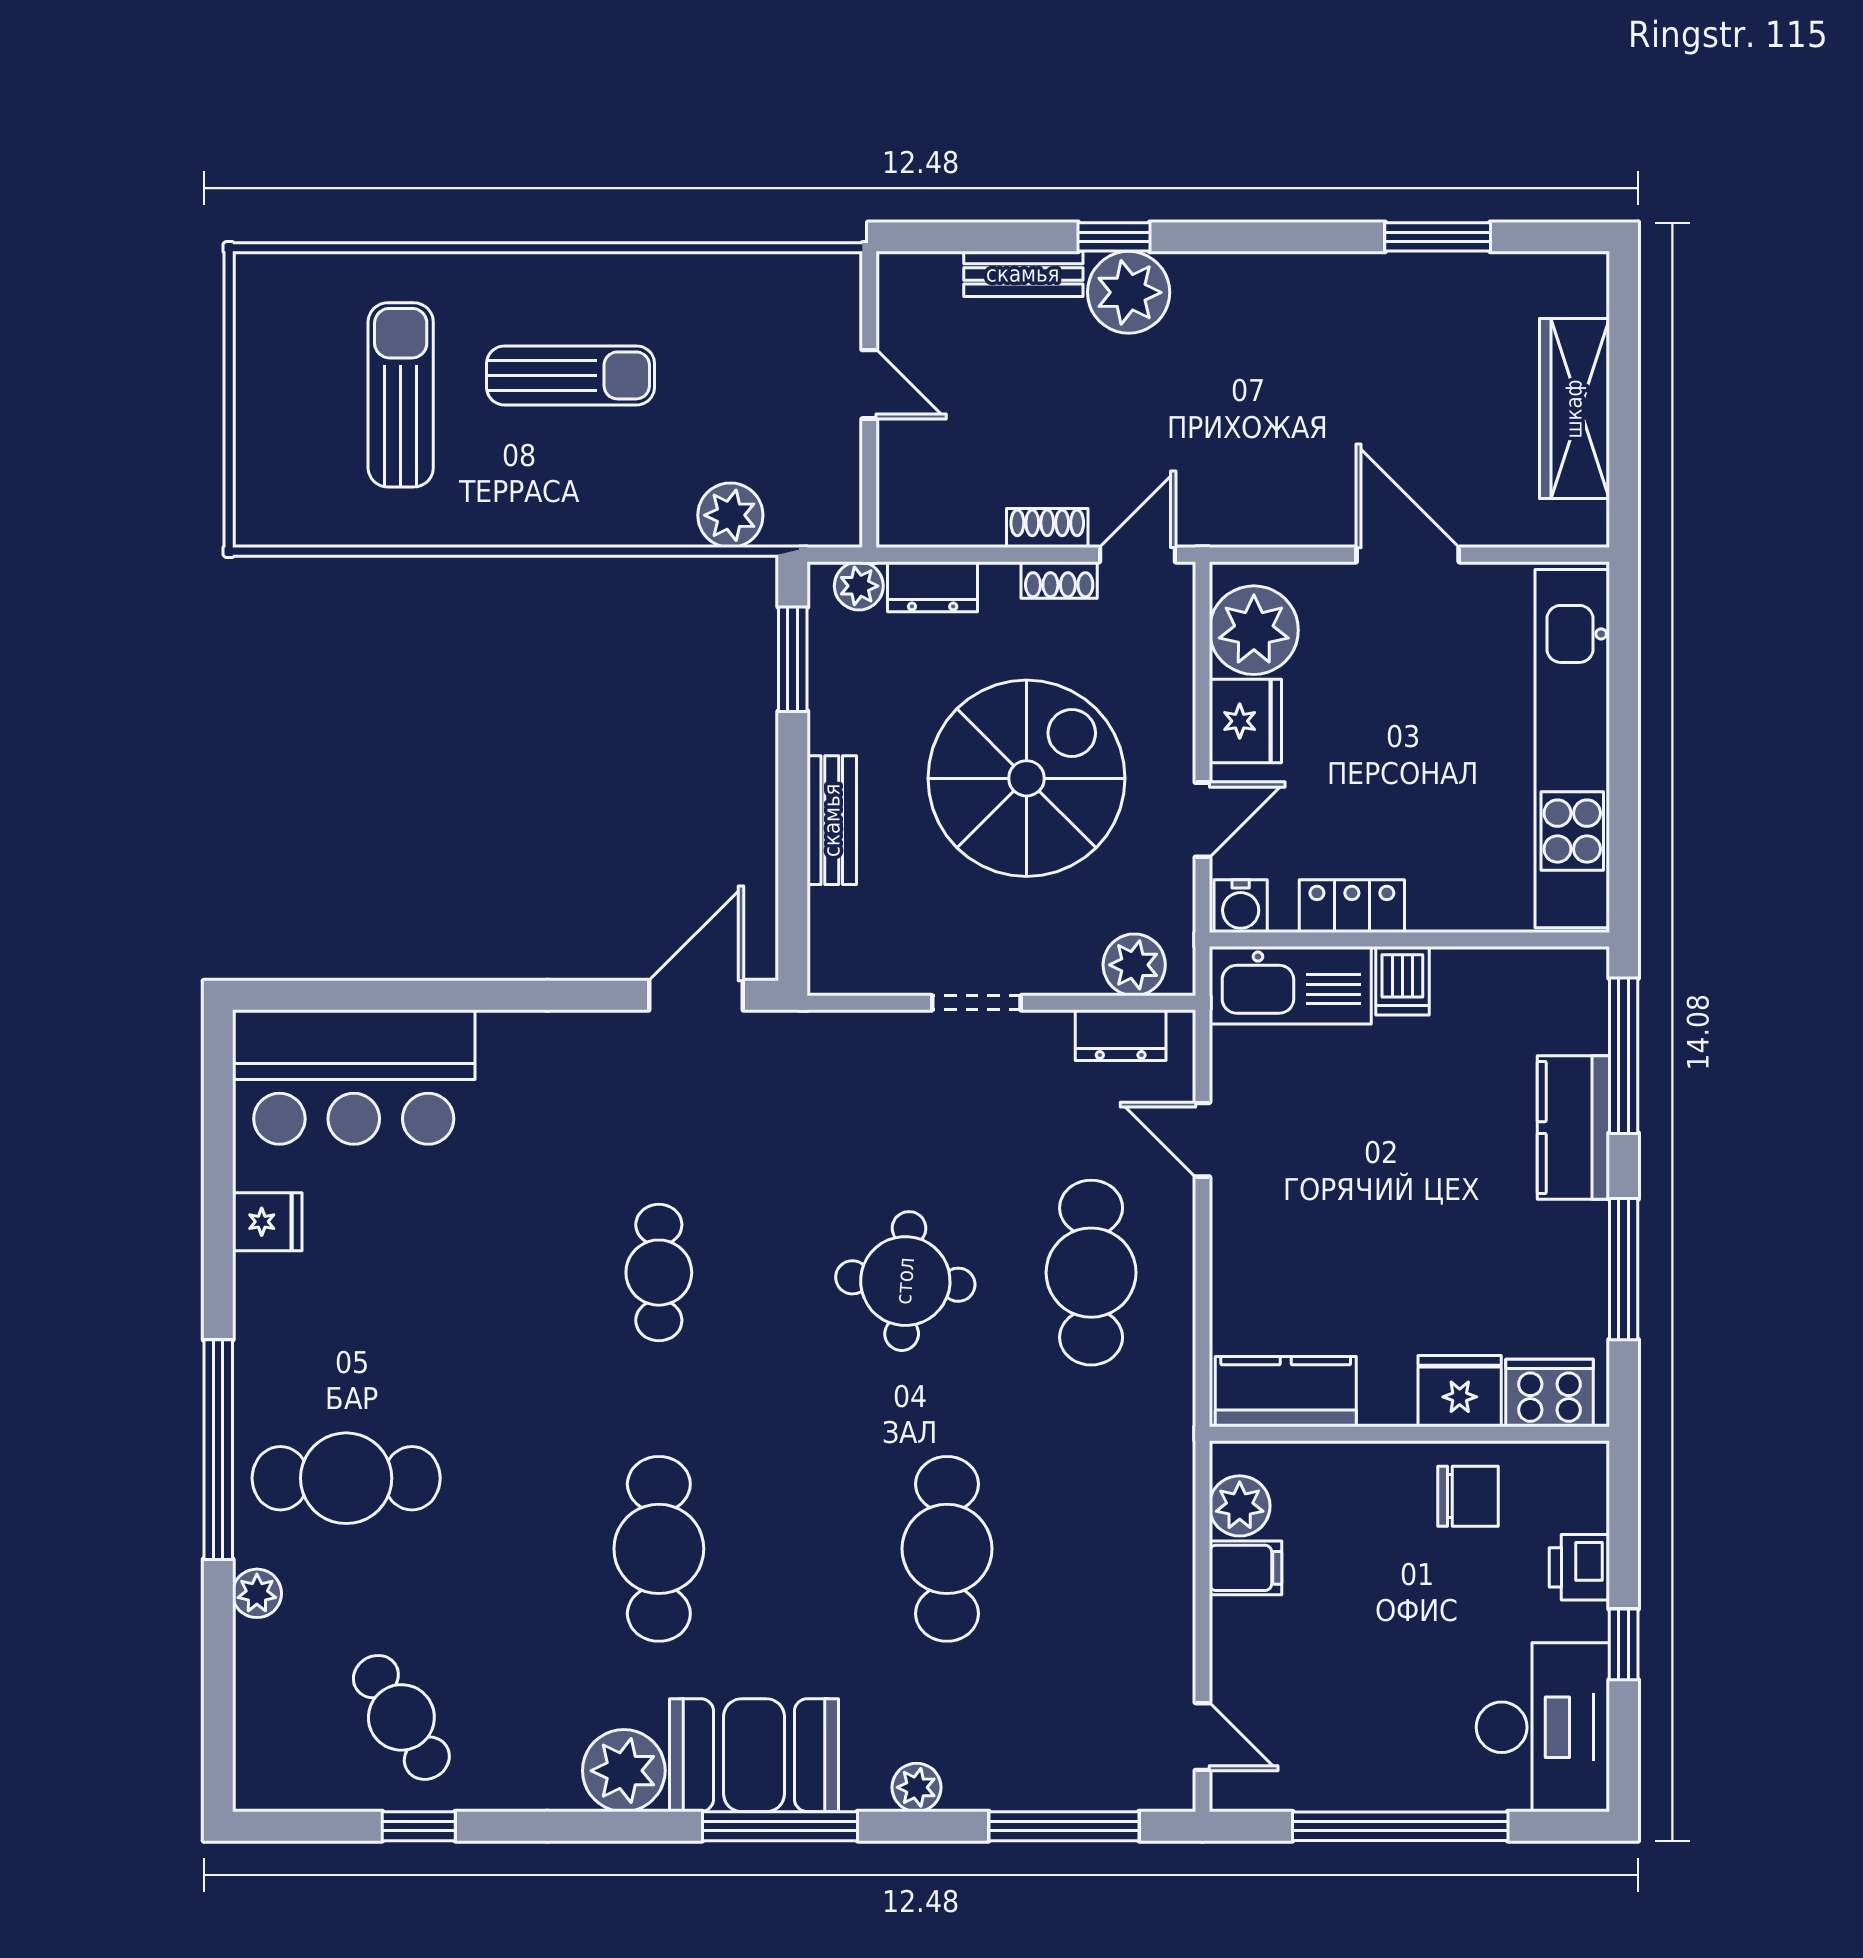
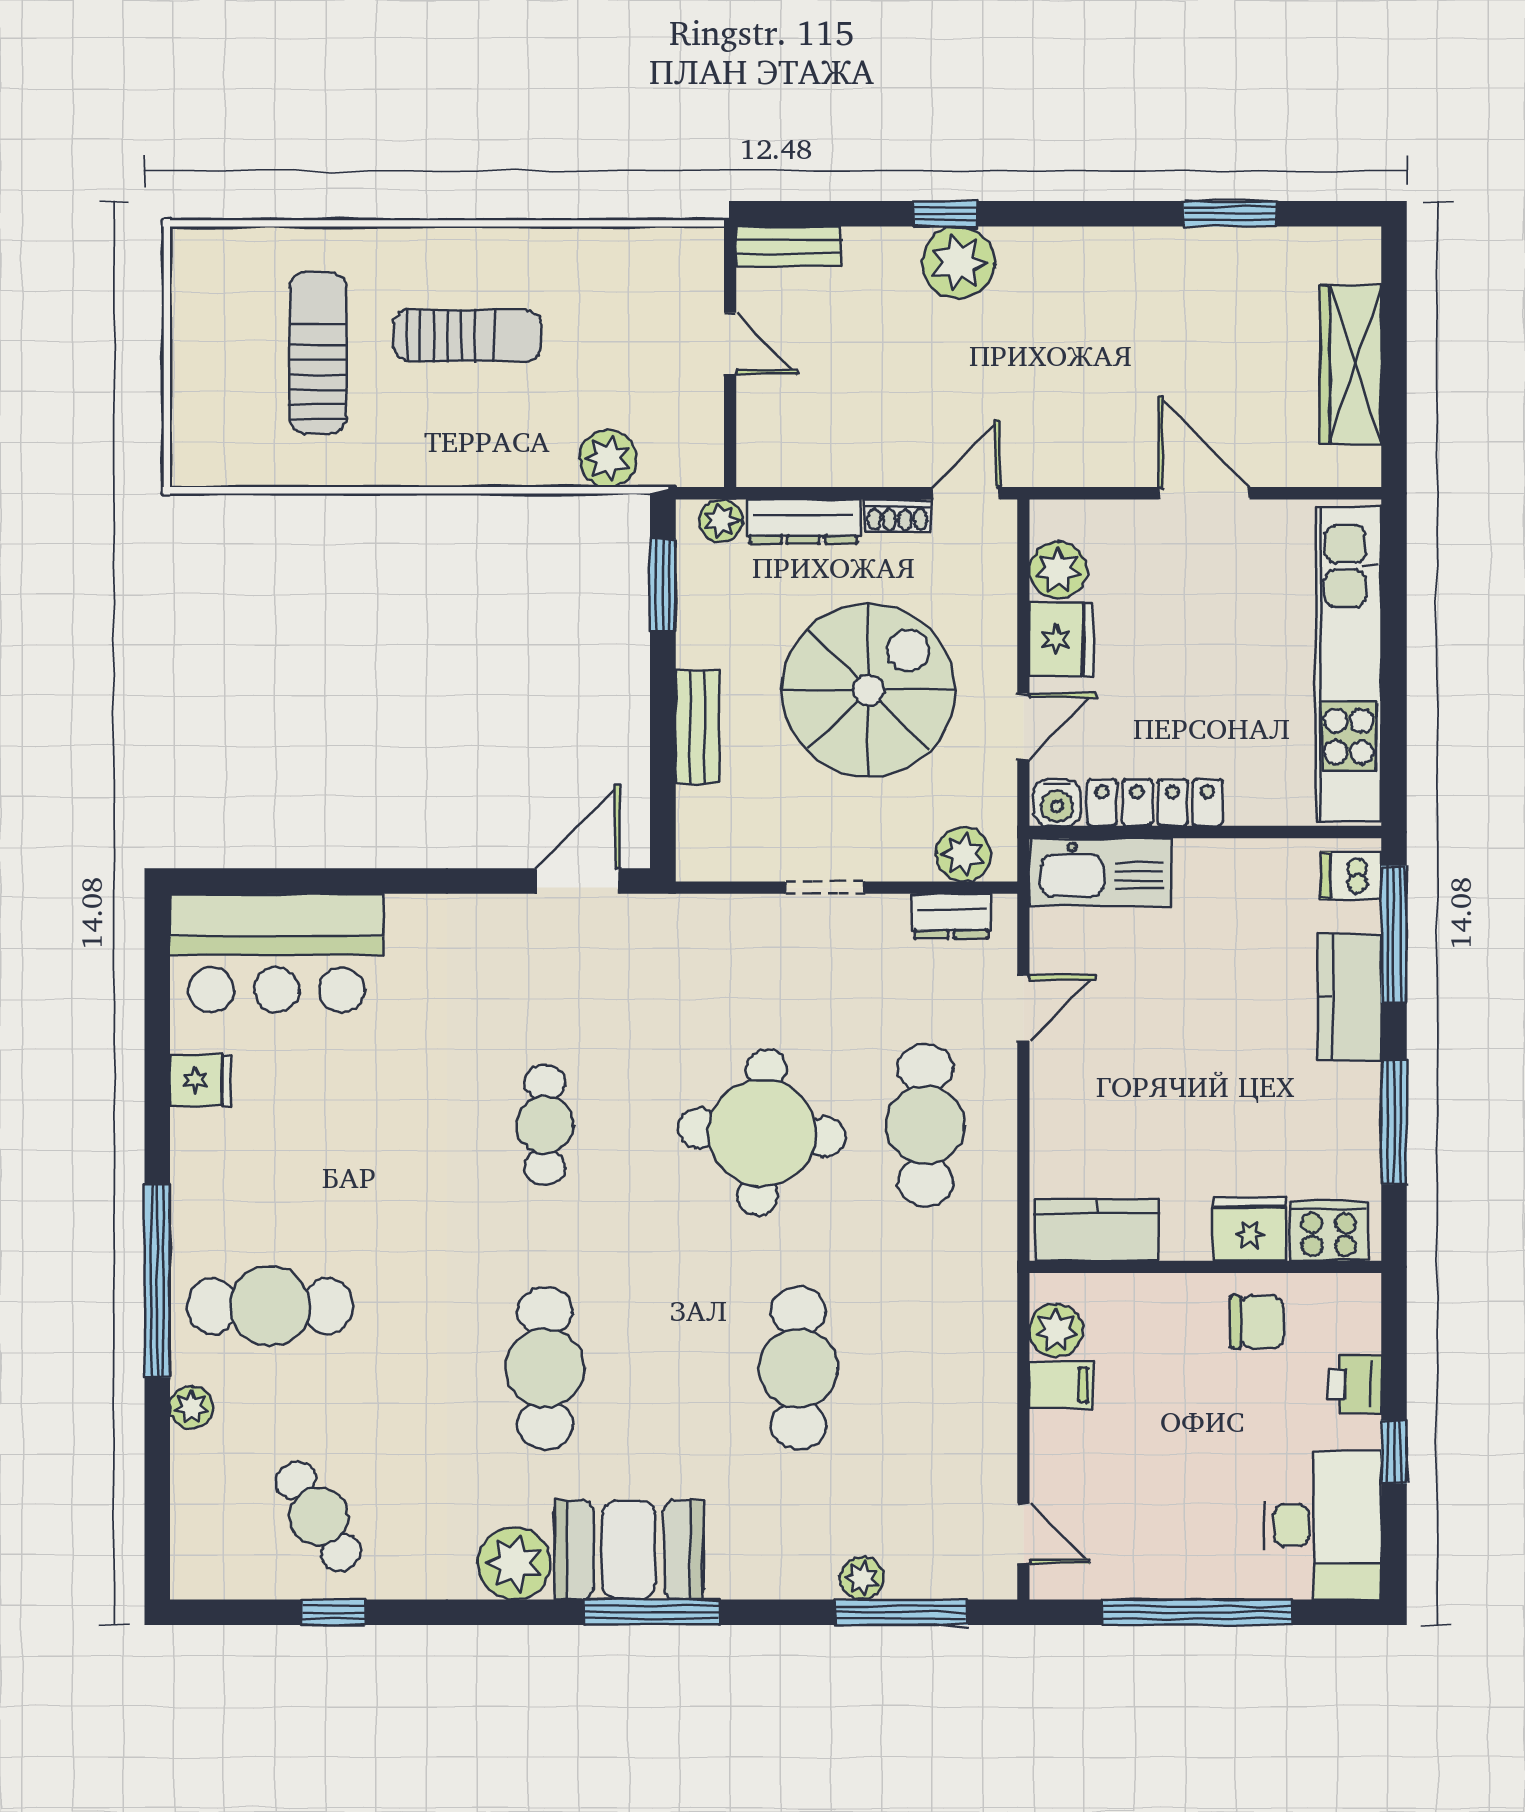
bench: (1023, 274) -> (789, 246), moved
shoe rack: (1047, 528) -> (887, 470), removed
dresser: (933, 587) -> (803, 522), width x1.44
plant: (1254, 630) -> (1058, 570), width x0.73, depth x0.73
locker: (1352, 906) -> (1155, 803), width x1.53
dishwasher: (1402, 981) -> (1351, 875), moved, turned 90
door: (1202, 1140) -> (1023, 1008), swing flipped
round table: (905, 1281) -> (762, 1132), width x1.36, depth x1.36
plant: (917, 1787) -> (862, 1578), moved

